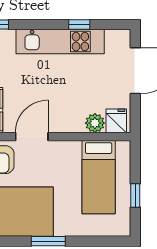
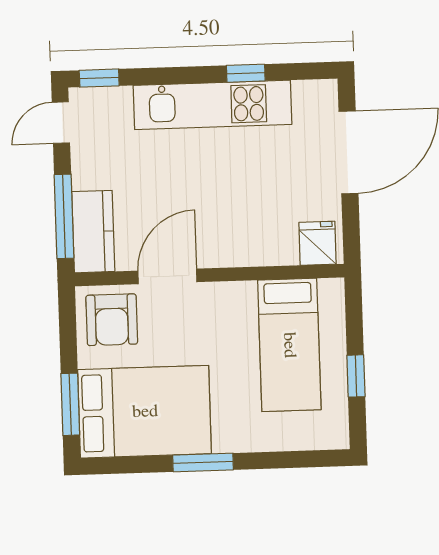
plant: (95, 123) -> (280, 249), removed

